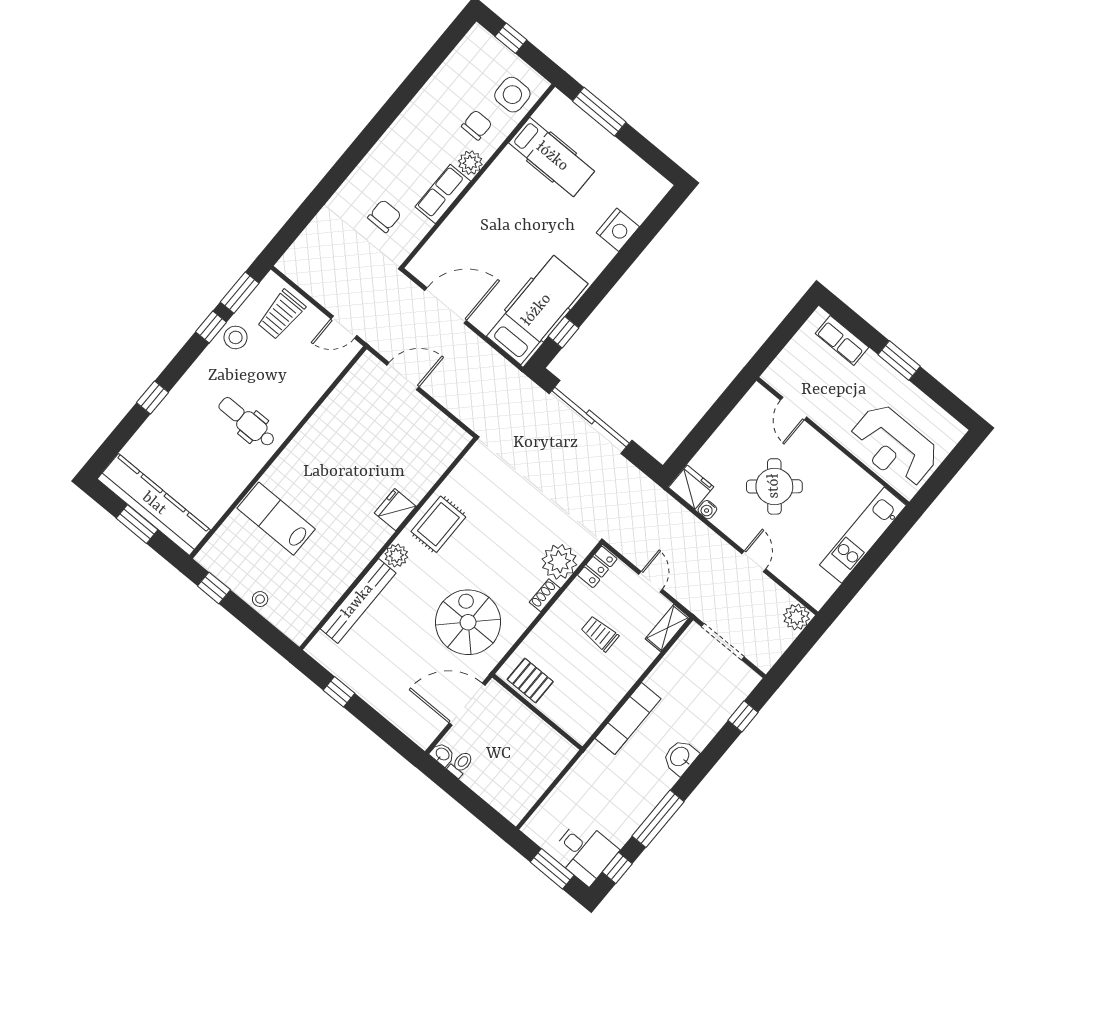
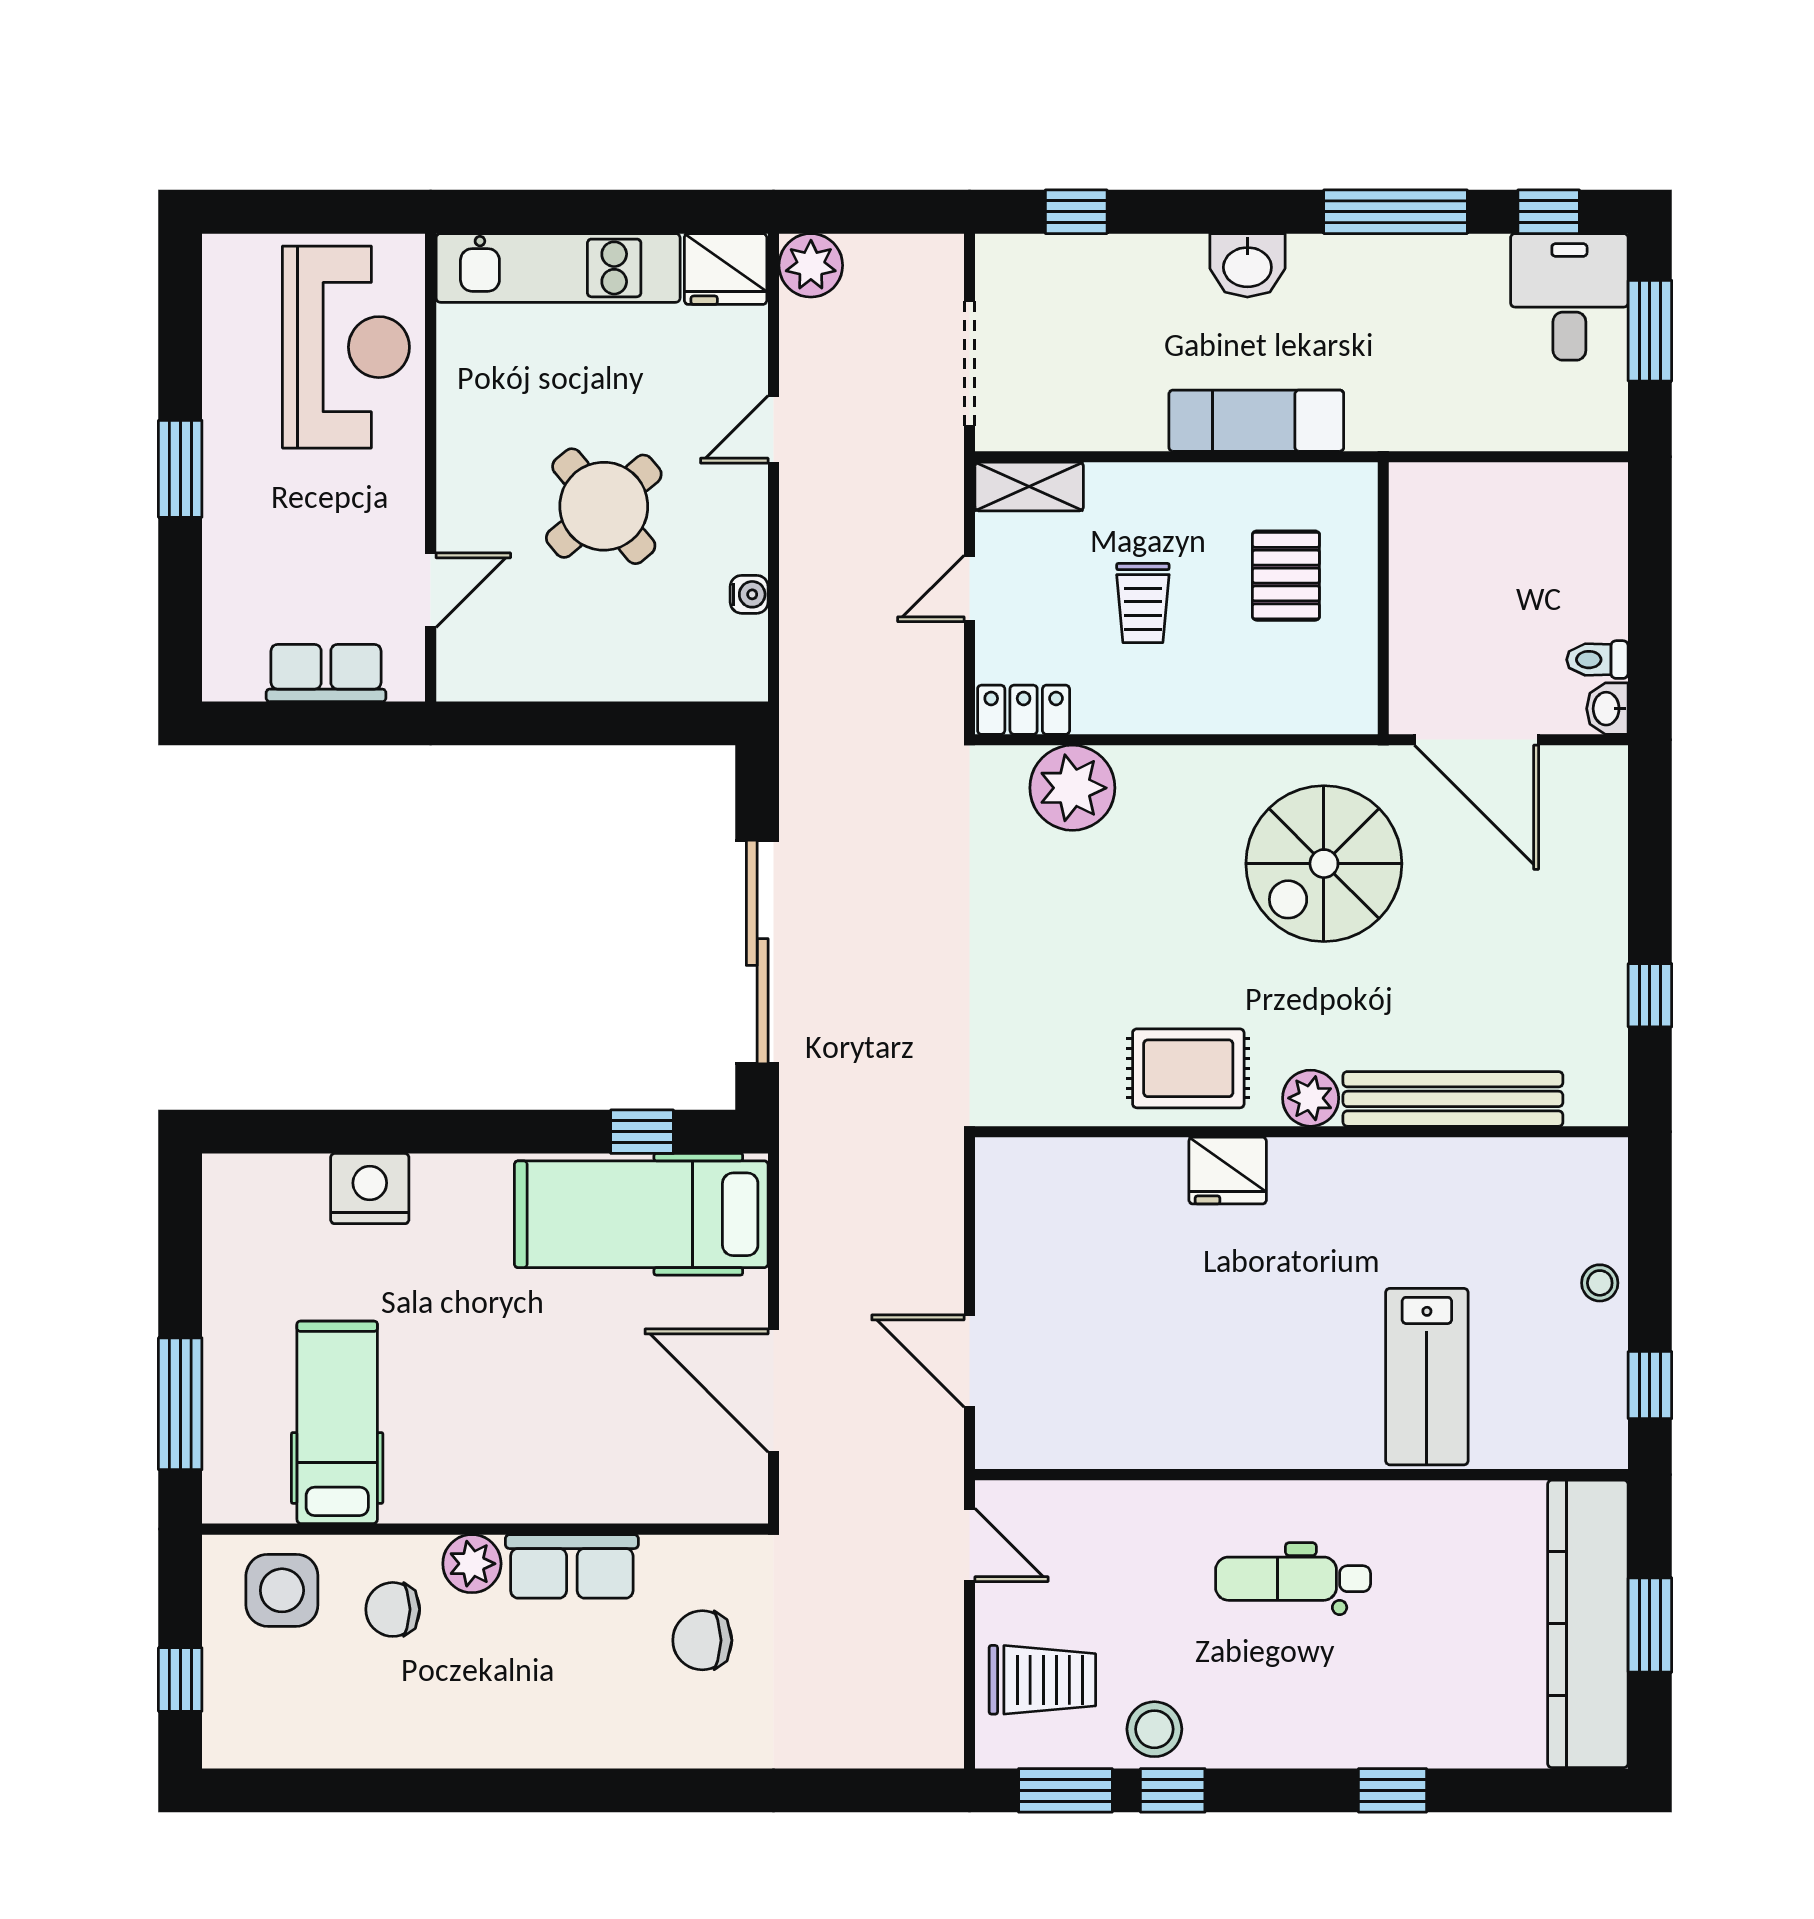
row of seats: (842, 340) -> (326, 673), moved, turned -90
dental chair: (247, 422) -> (1293, 1579), turned 90
fridge: (691, 487) -> (726, 269), moved, turned -90
shoe rack: (545, 595) -> (1156, 763), removed
pallet: (530, 681) -> (1286, 576), moved

